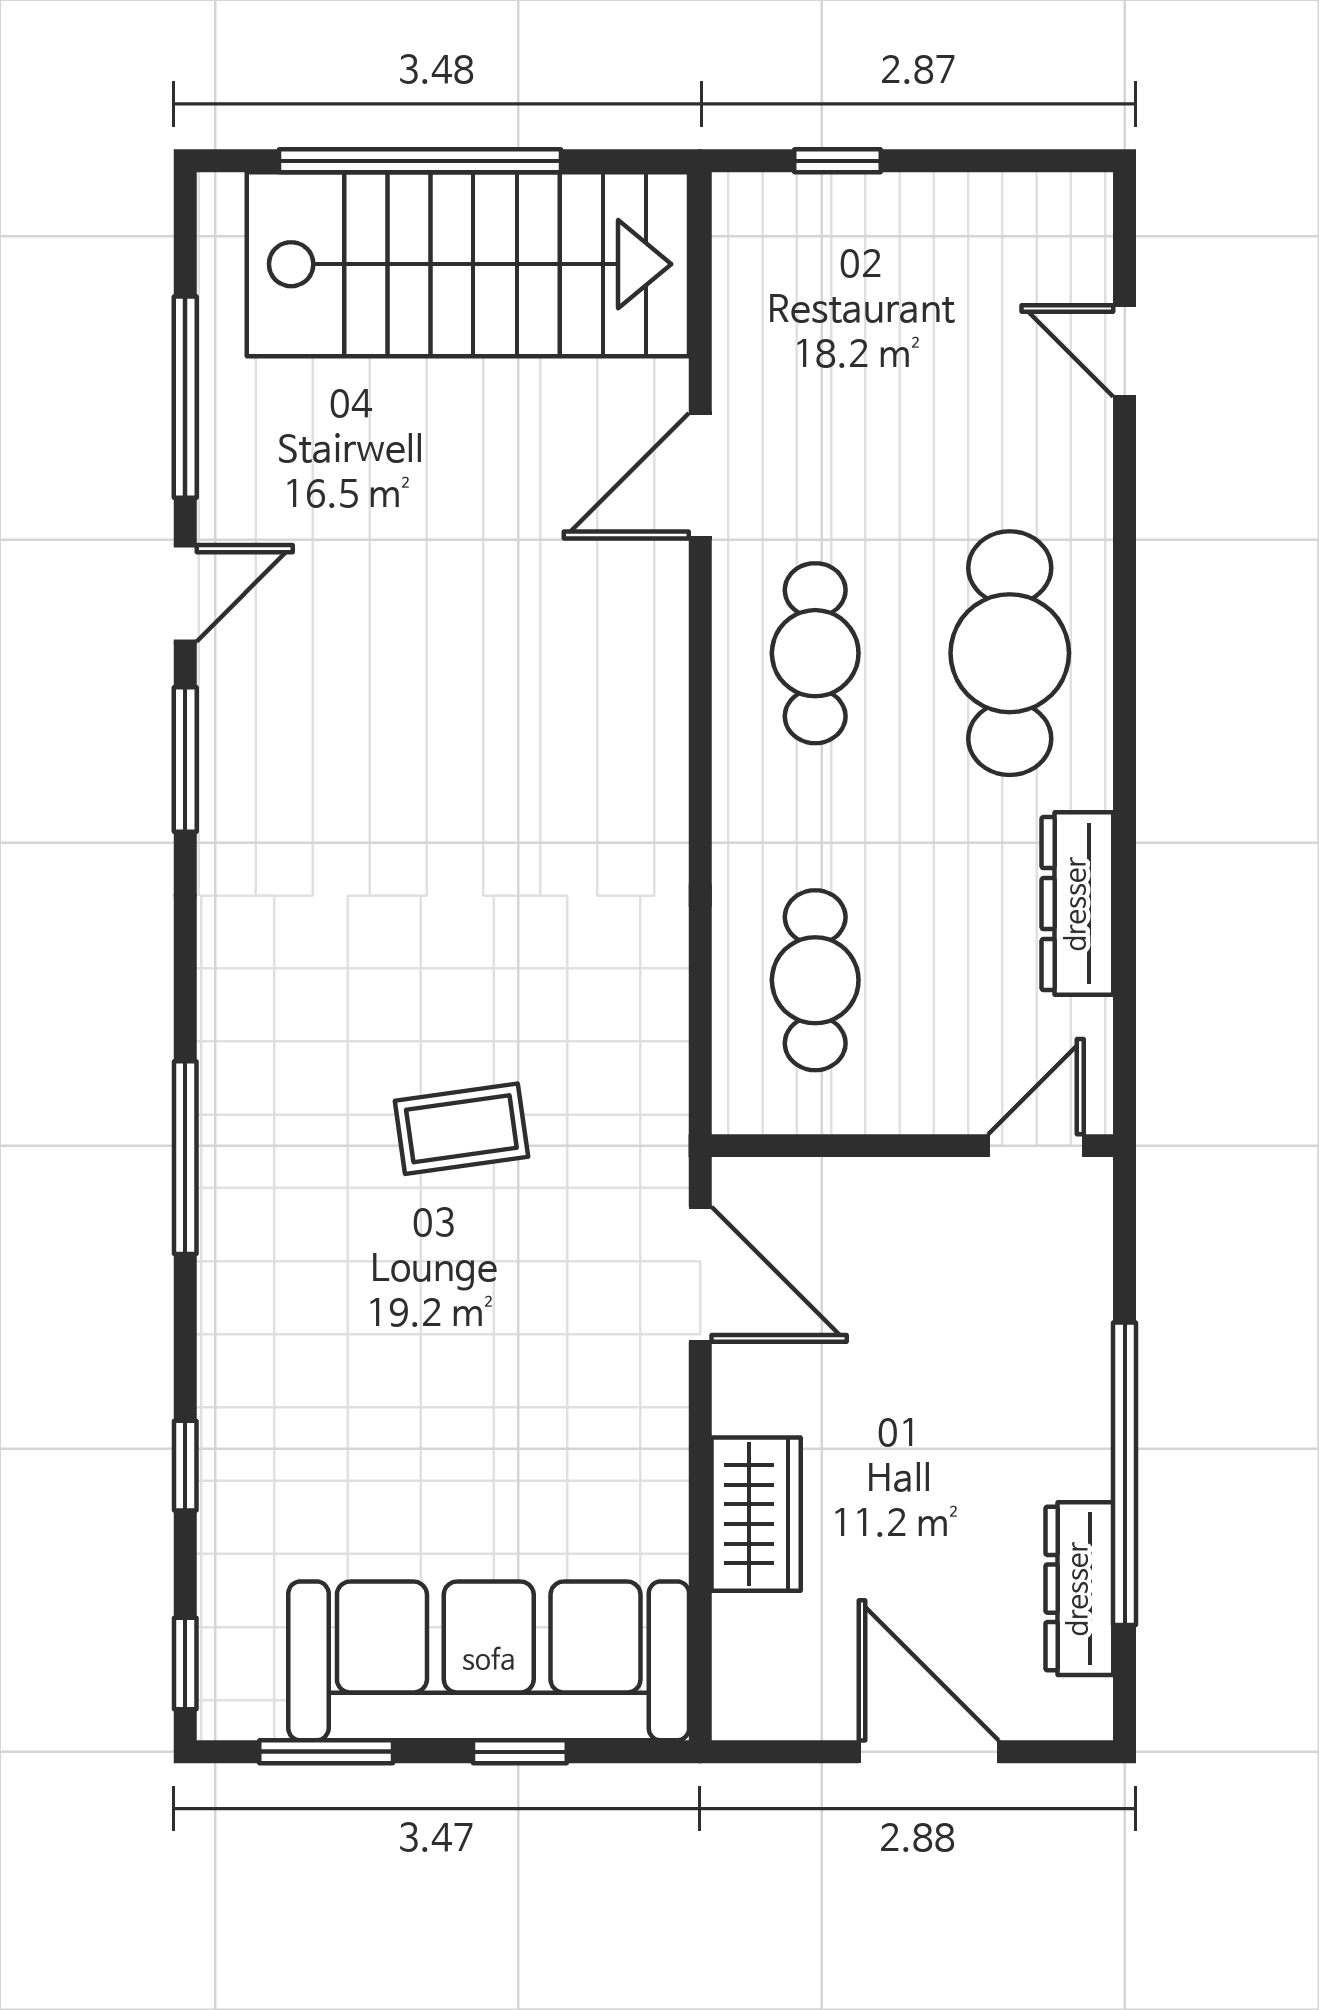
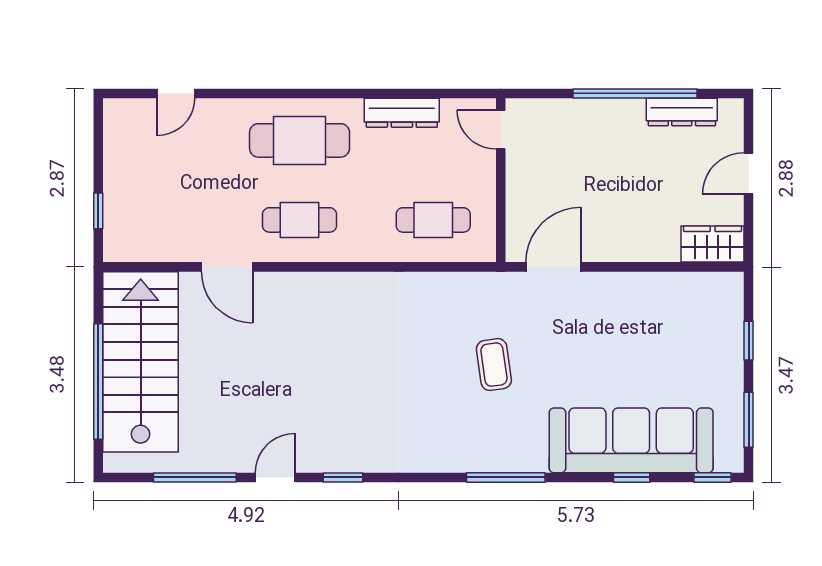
door: (185, 593) -> (275, 477), hinge flipped
window: (185, 760) -> (343, 477), width x0.67
wardrobe: (756, 1514) -> (713, 244), moved
sofa: (489, 1661) -> (631, 440), moved, turned 90
door: (929, 1752) -> (749, 174), width x0.73

